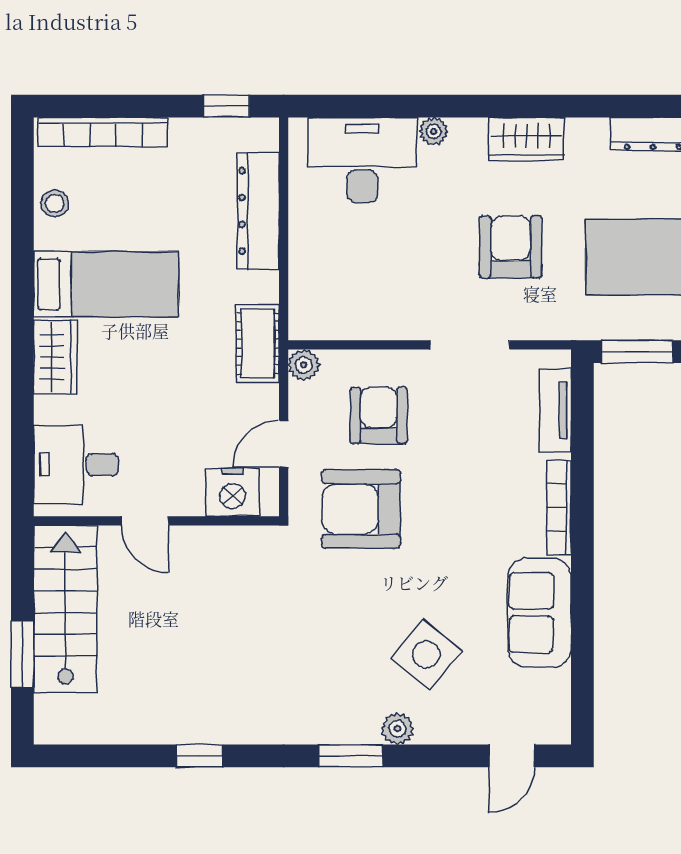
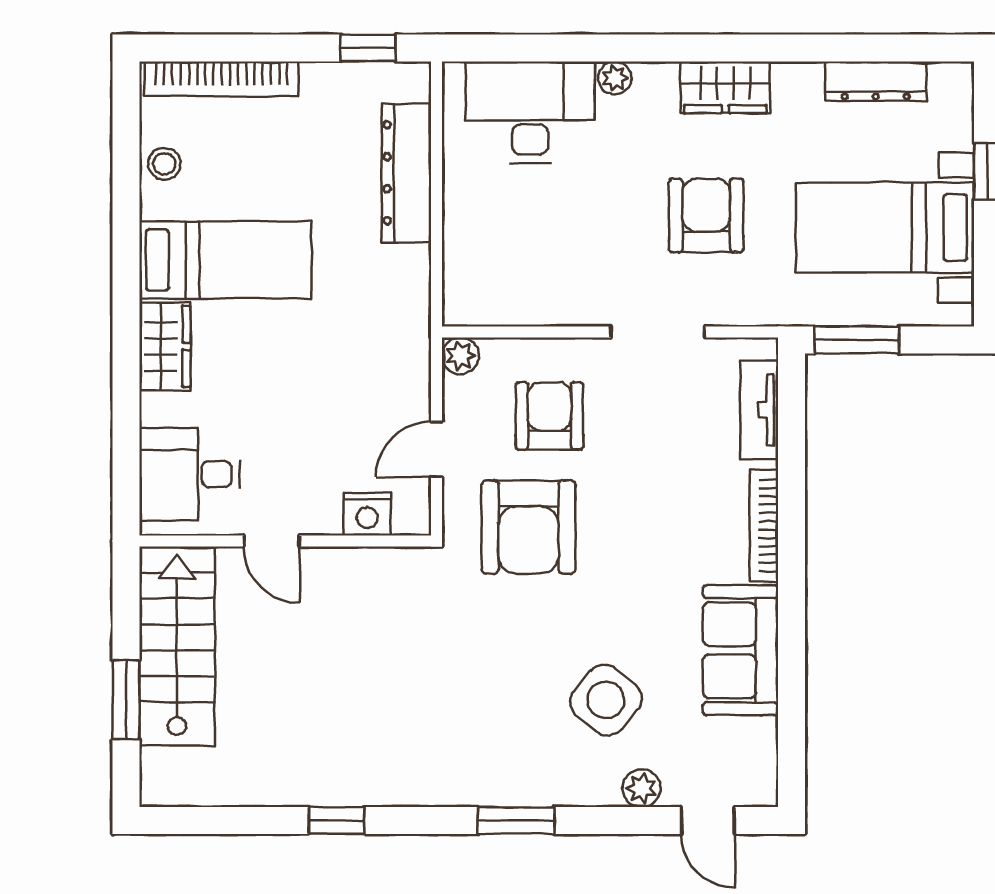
cot: (258, 343) -> (406, 330), removed
nightstand: (232, 492) -> (367, 514), width x0.74, depth x0.75
armchair: (361, 509) -> (528, 527), turned -90
plant: (397, 729) -> (641, 788), moved
door: (512, 756) -> (708, 820), hinge flipped

